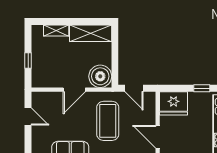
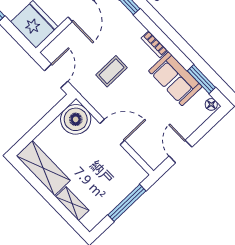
window: (28, 61) -> (127, 203), width x2.17
coffee table: (108, 121) -> (112, 71), width x0.54, depth x0.58

